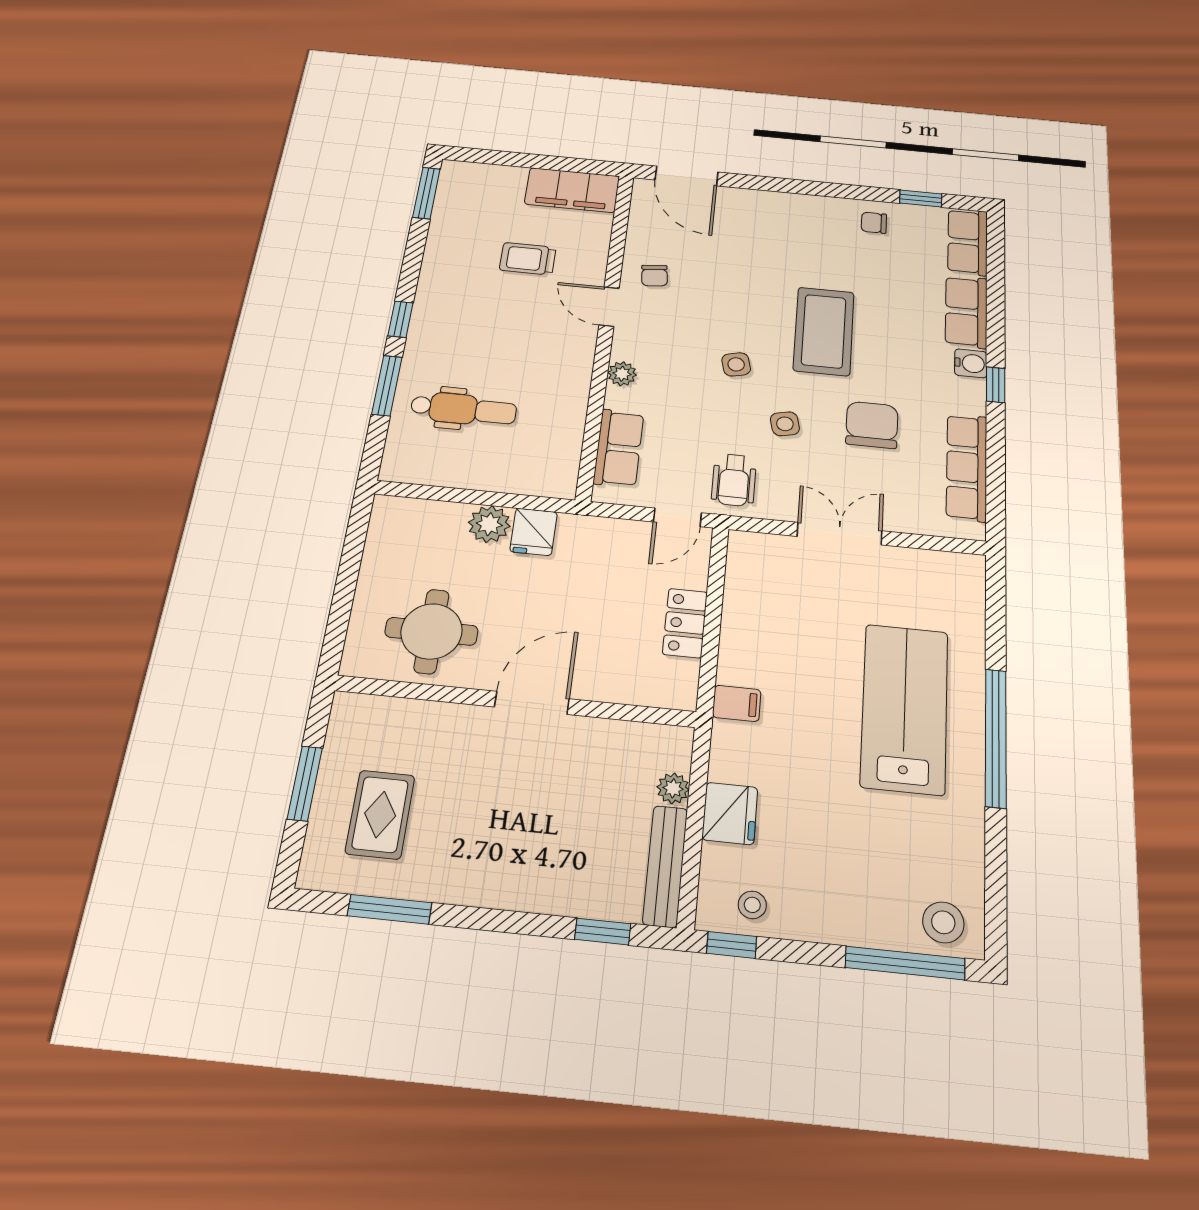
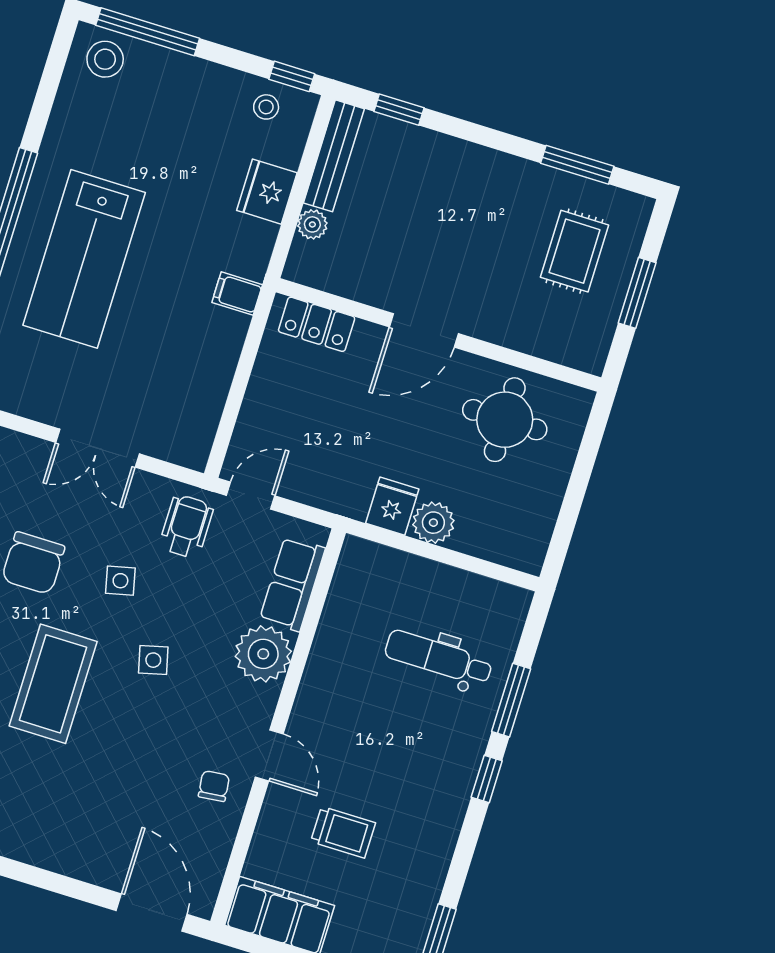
plant: (622, 374) -> (263, 654), width x1.88, depth x1.88
locker: (685, 623) -> (317, 324), moved, turned 90

